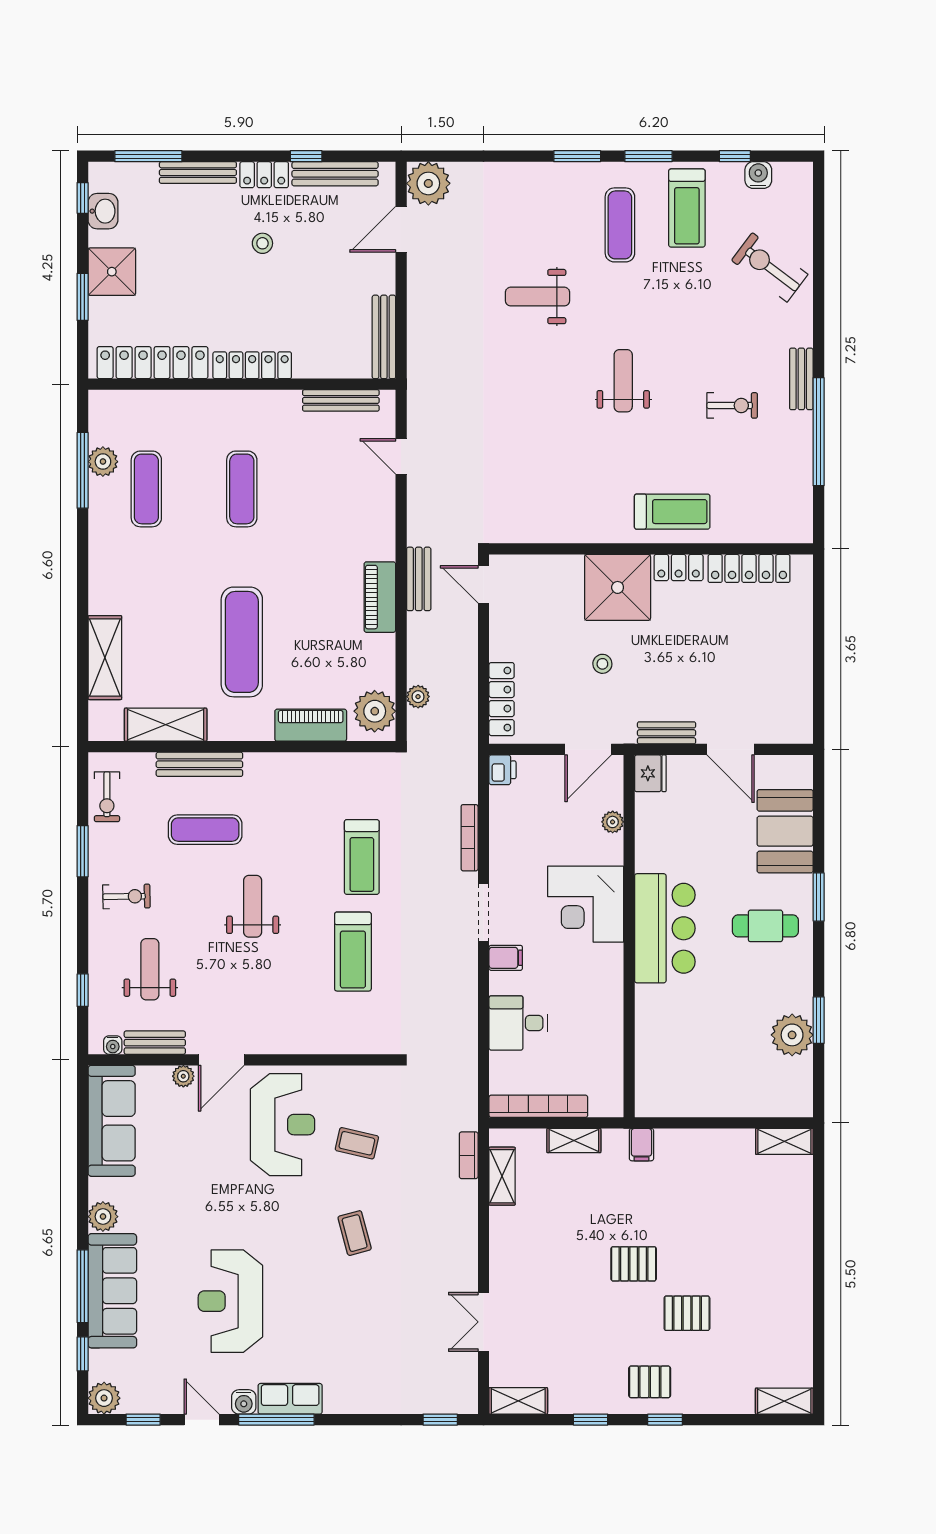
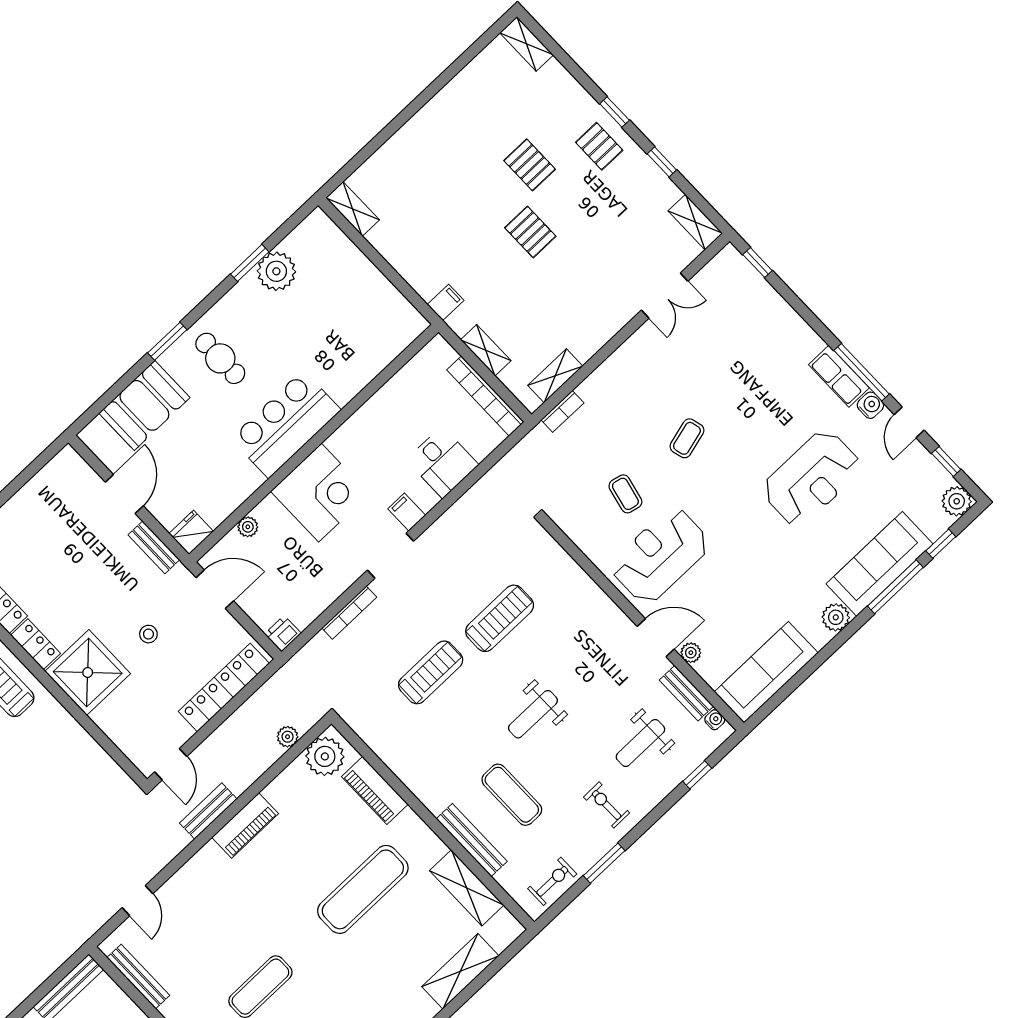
locker: (502, 699) -> (224, 687), width x1.41, depth x1.21

